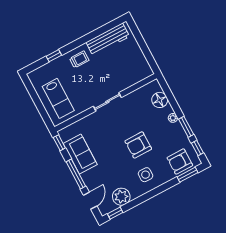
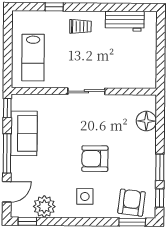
workbench: (108, 39) -> (125, 21), width x0.73
plant: (173, 118) -> (150, 149), removed
armchair: (180, 162) -> (132, 203), turned 97

